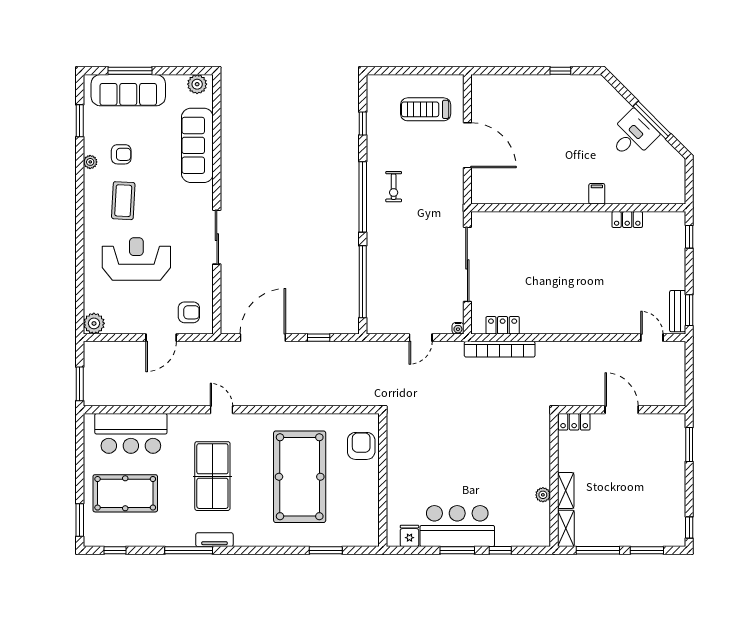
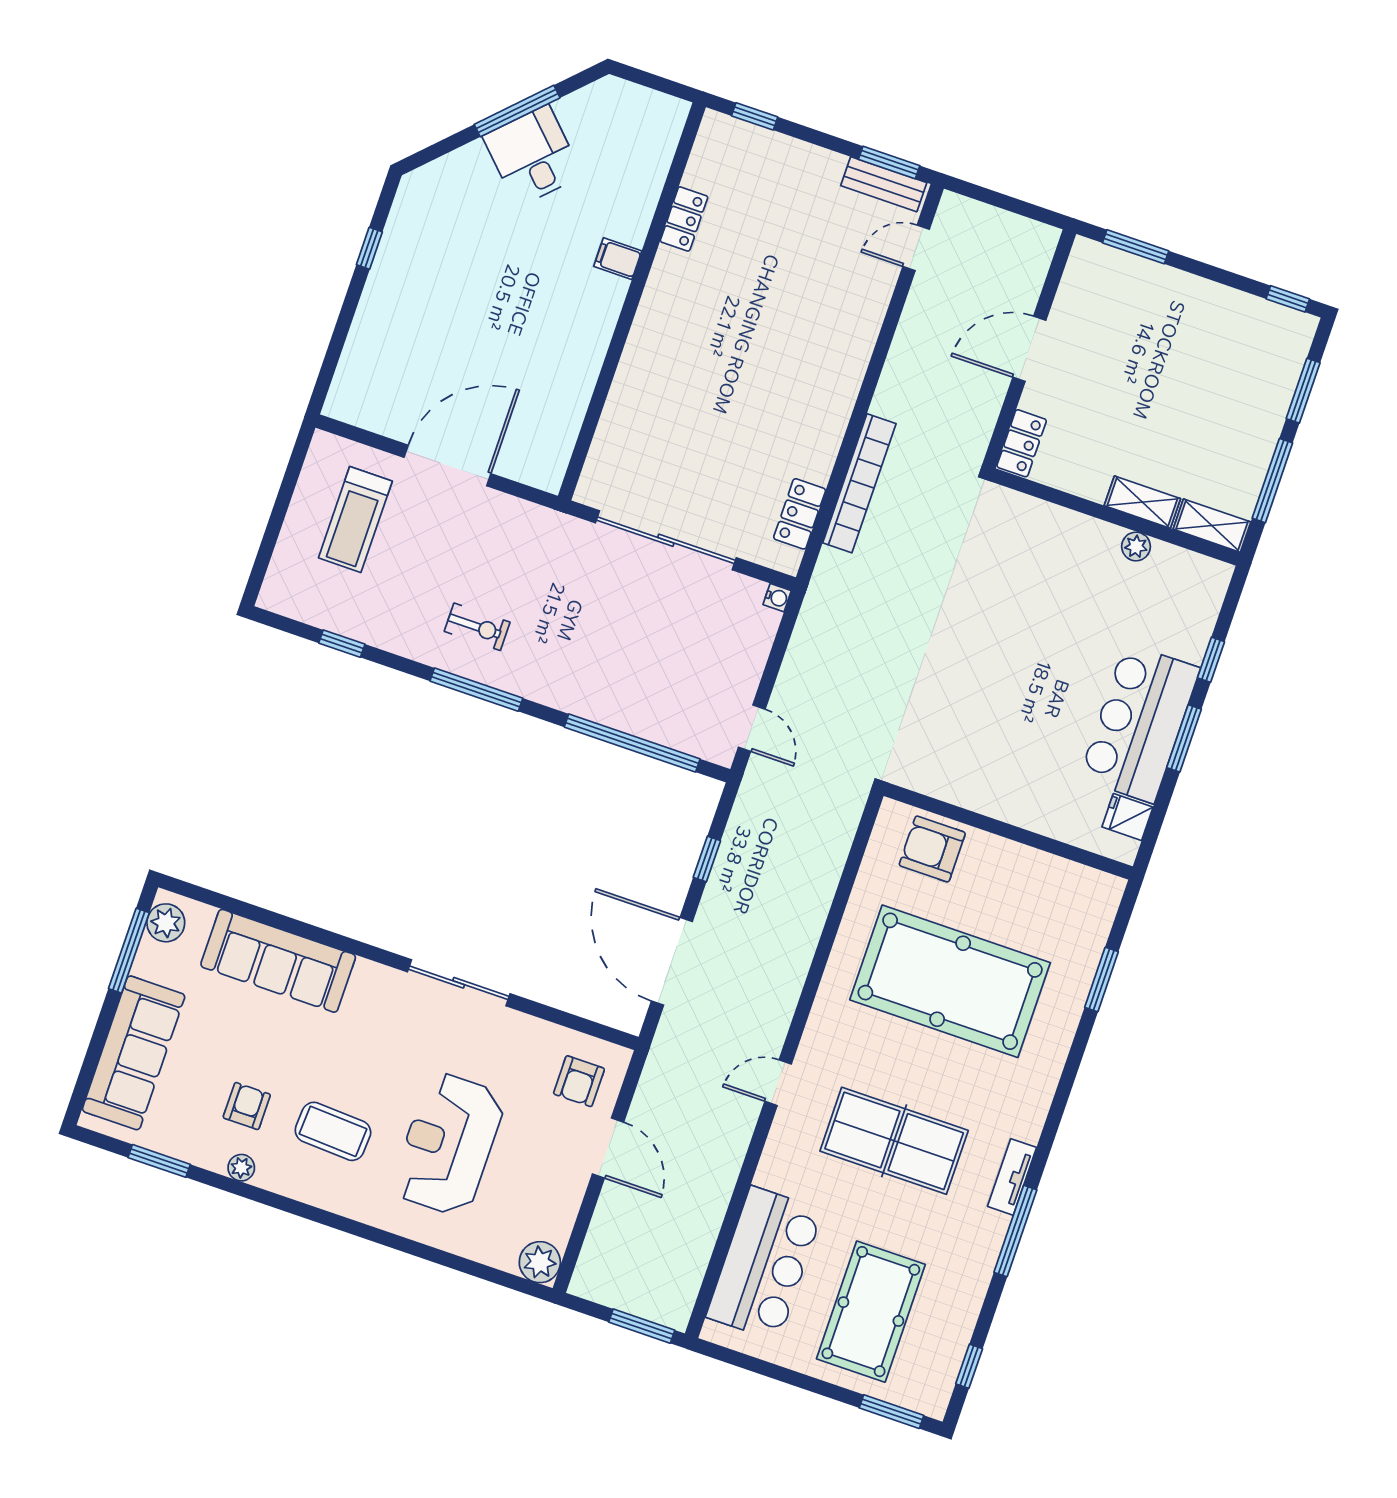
window: (130, 71) -> (129, 951), moved
window: (363, 197) -> (476, 690), width x0.68
armchair: (189, 312) -> (579, 1081), turned 180
door: (421, 338) -> (752, 728), moved
bookcase: (500, 349) -> (859, 483), moved

